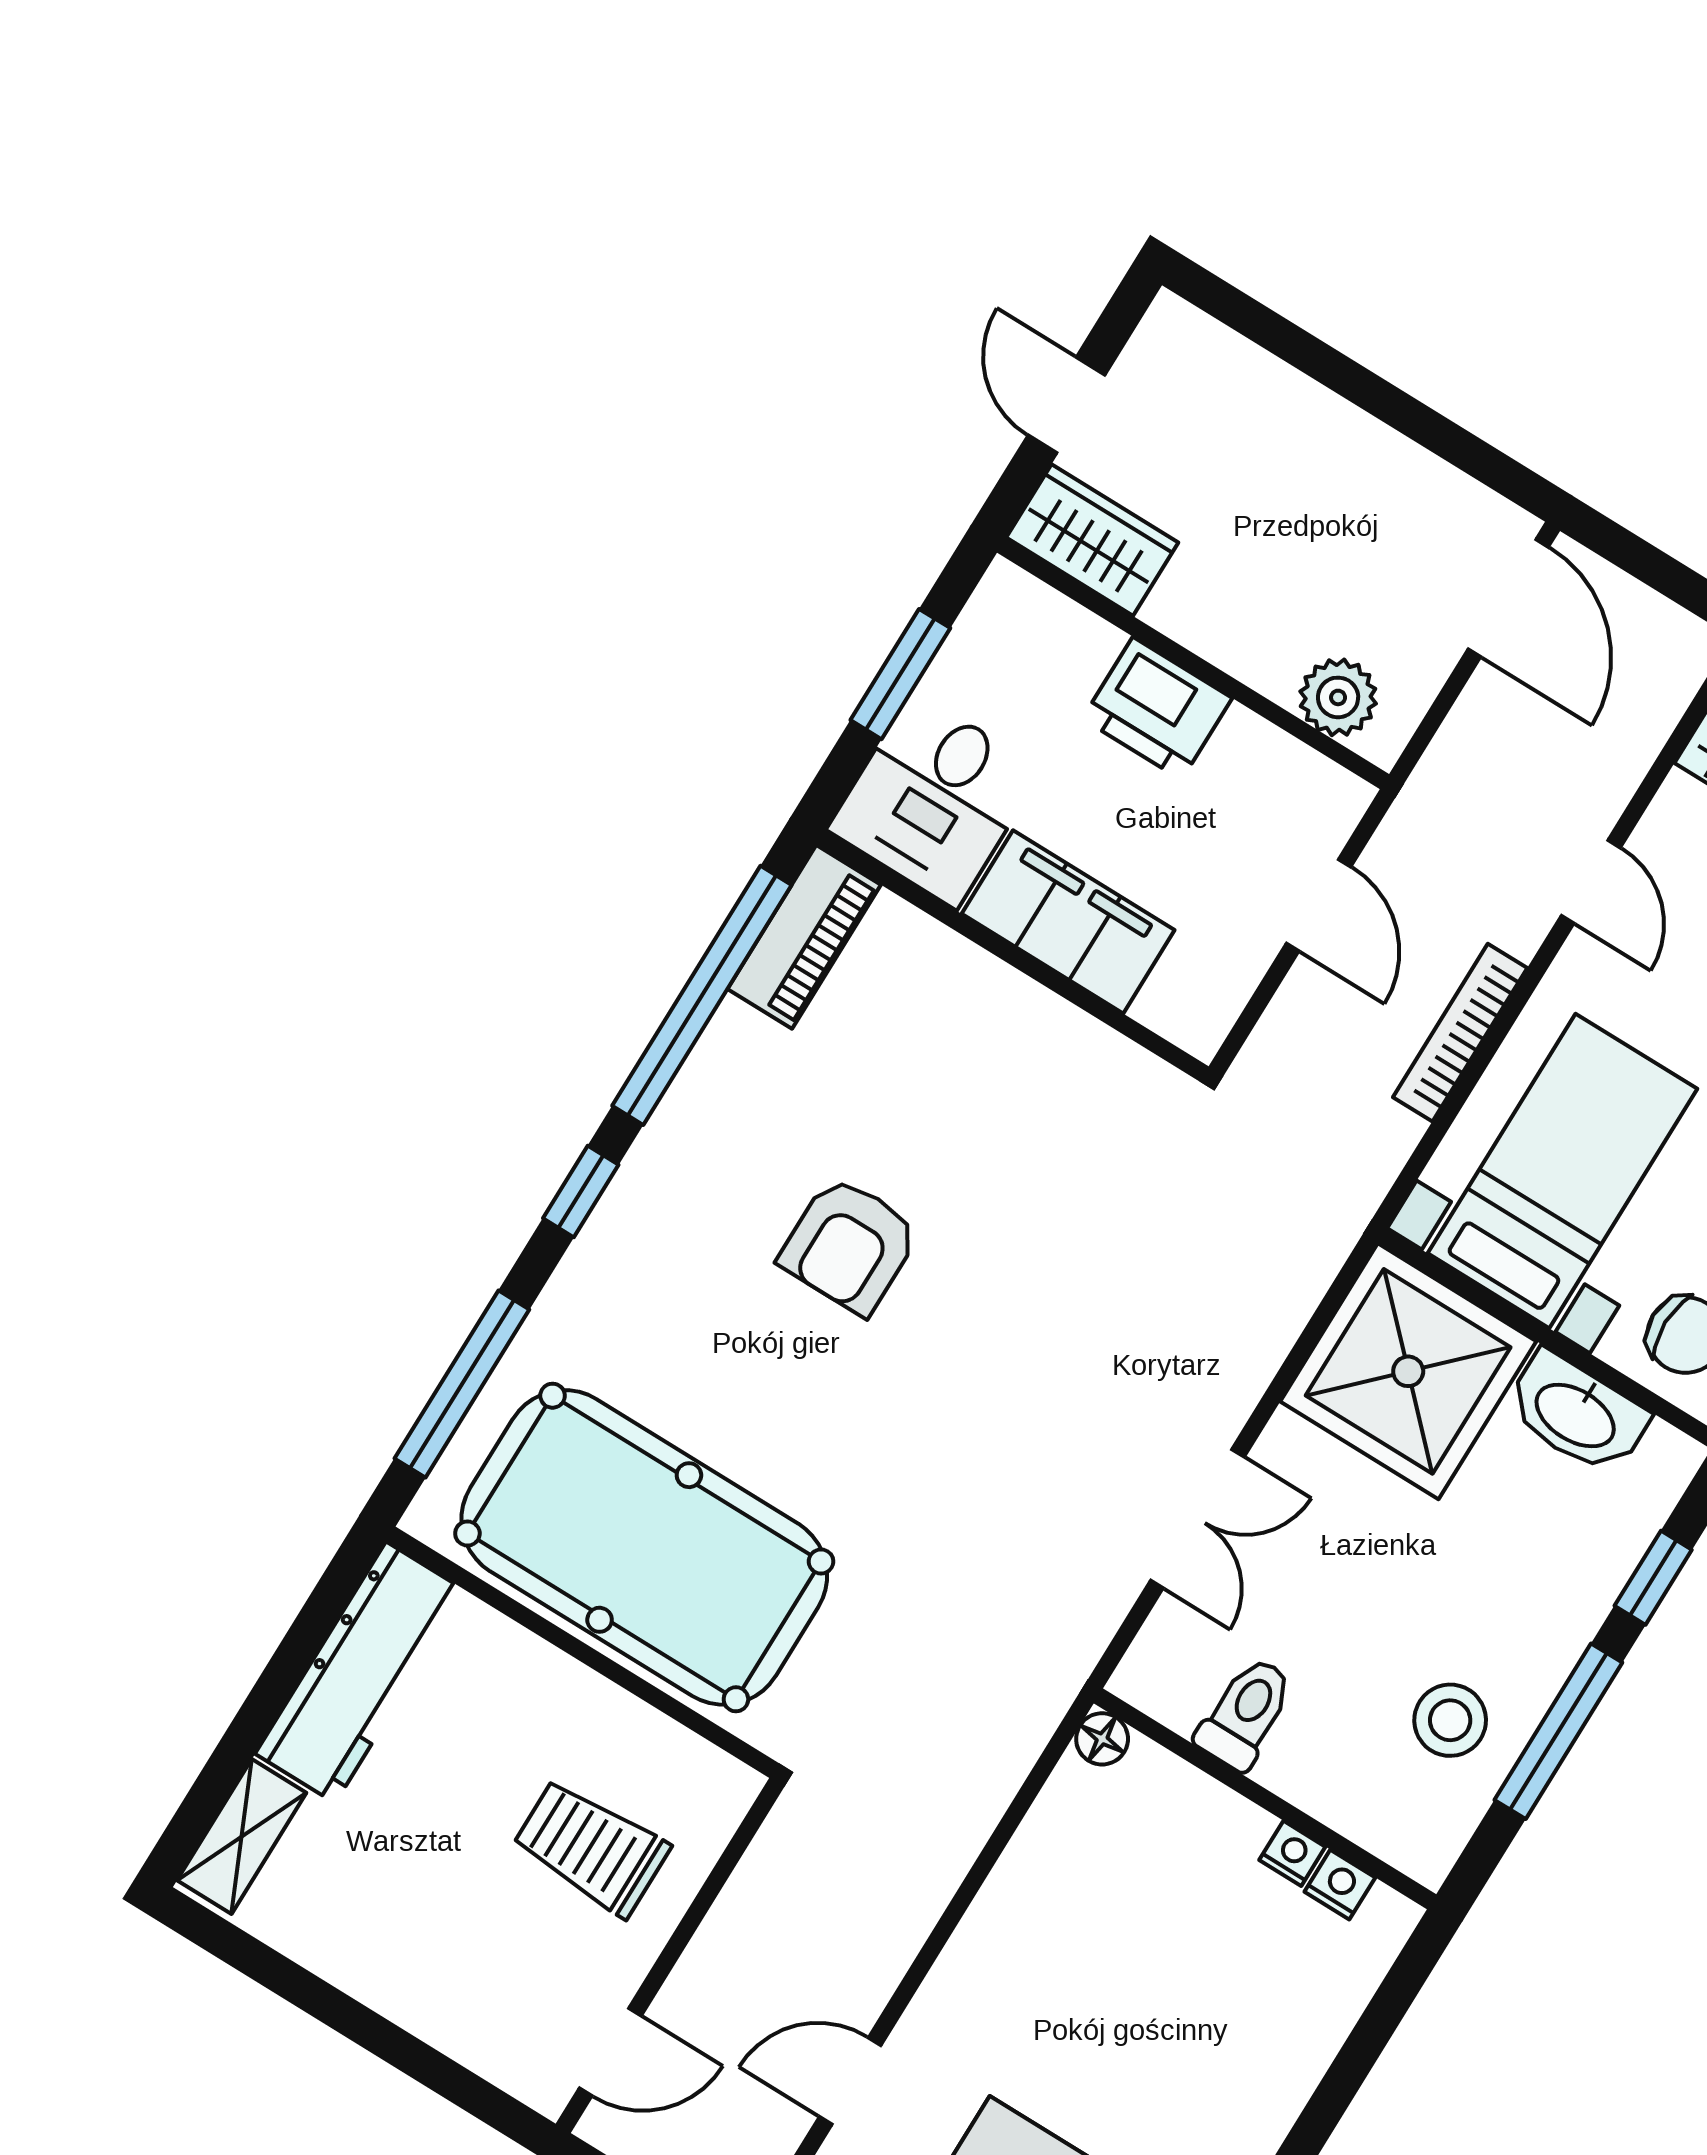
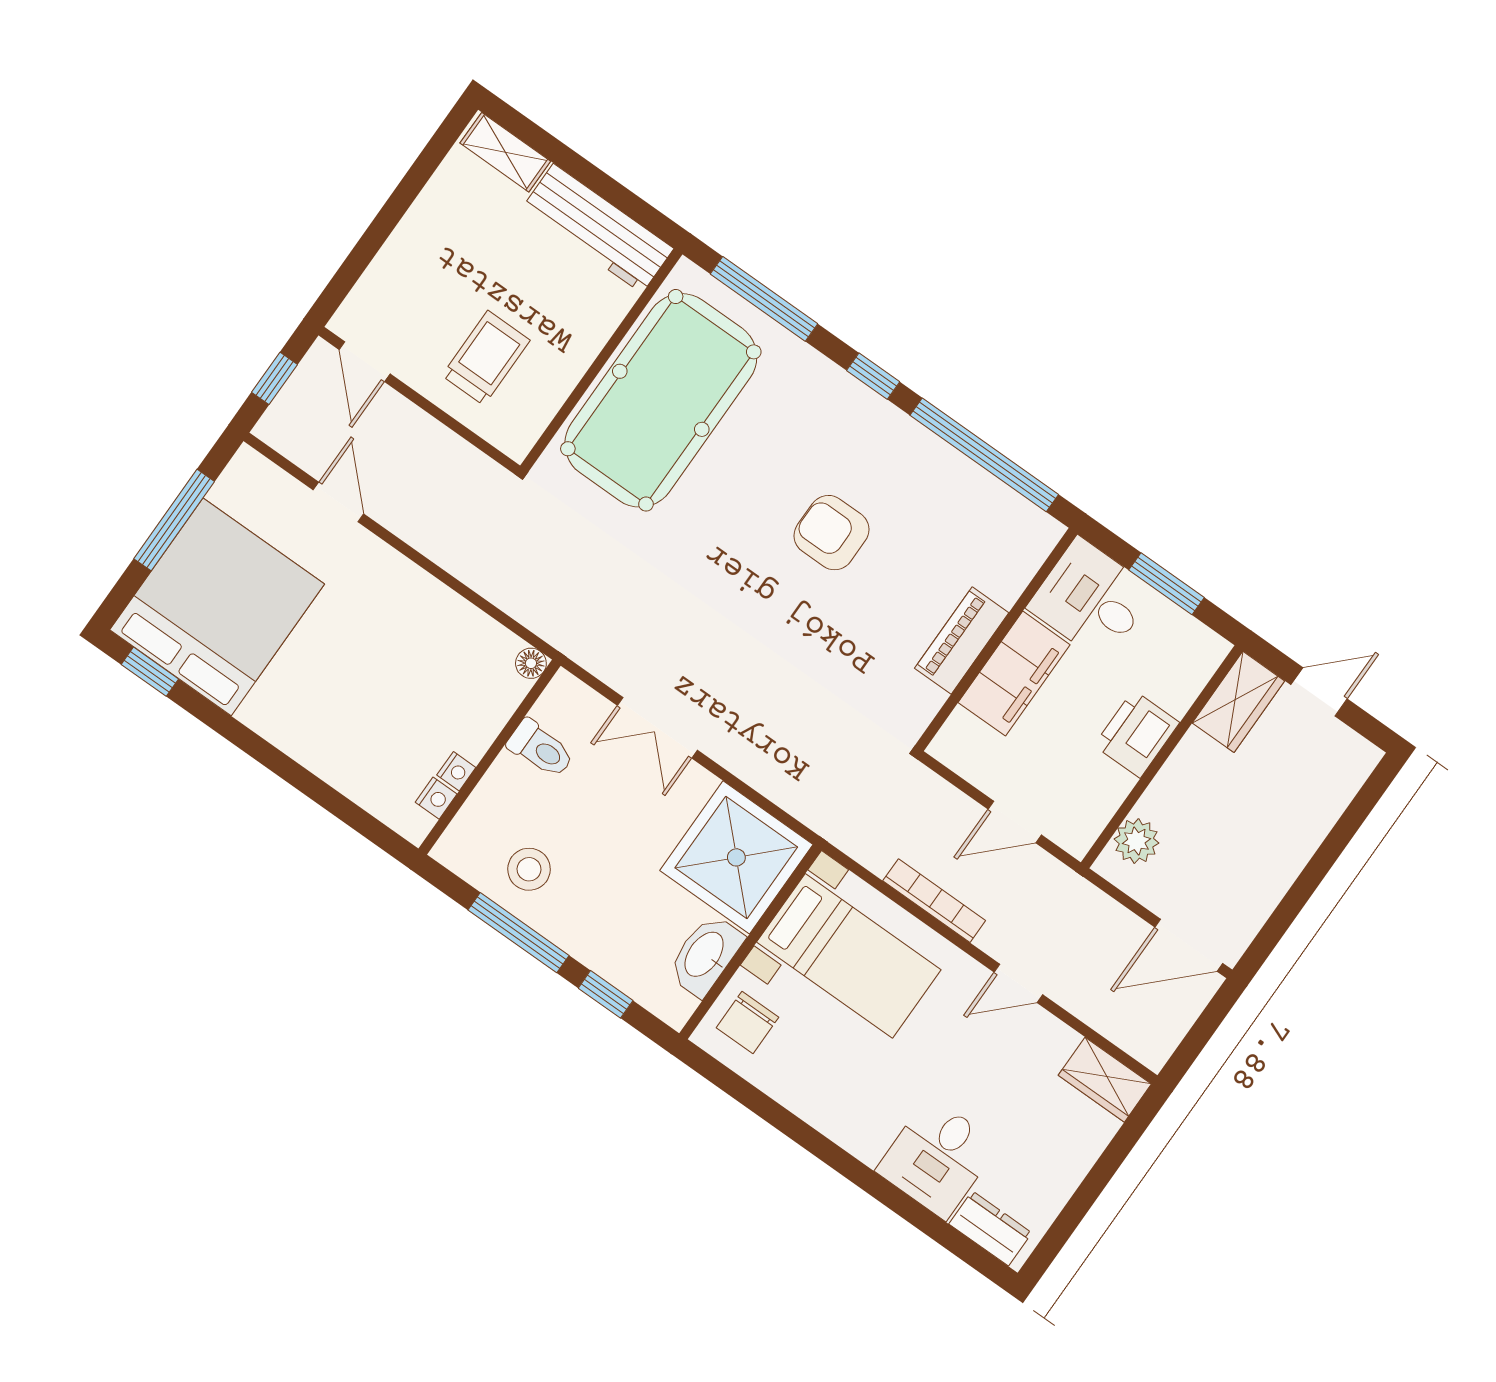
piano: (804, 937) -> (962, 641), moved, turned 90

